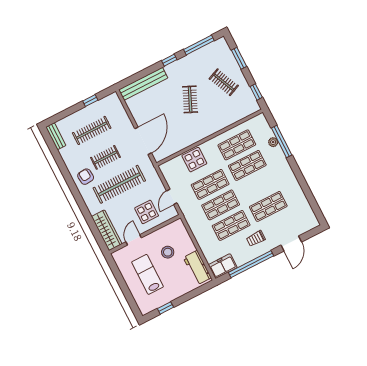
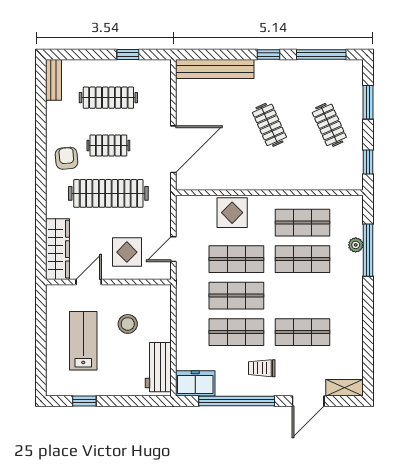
clothes rail: (190, 99) -> (269, 125), turned -48
shelving: (308, 226) -> (345, 388), added

